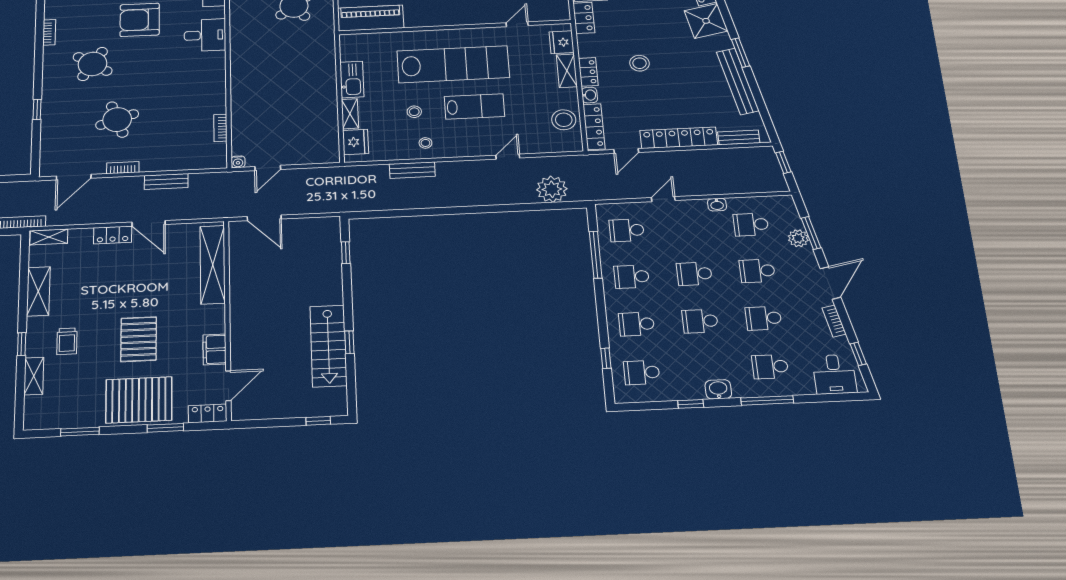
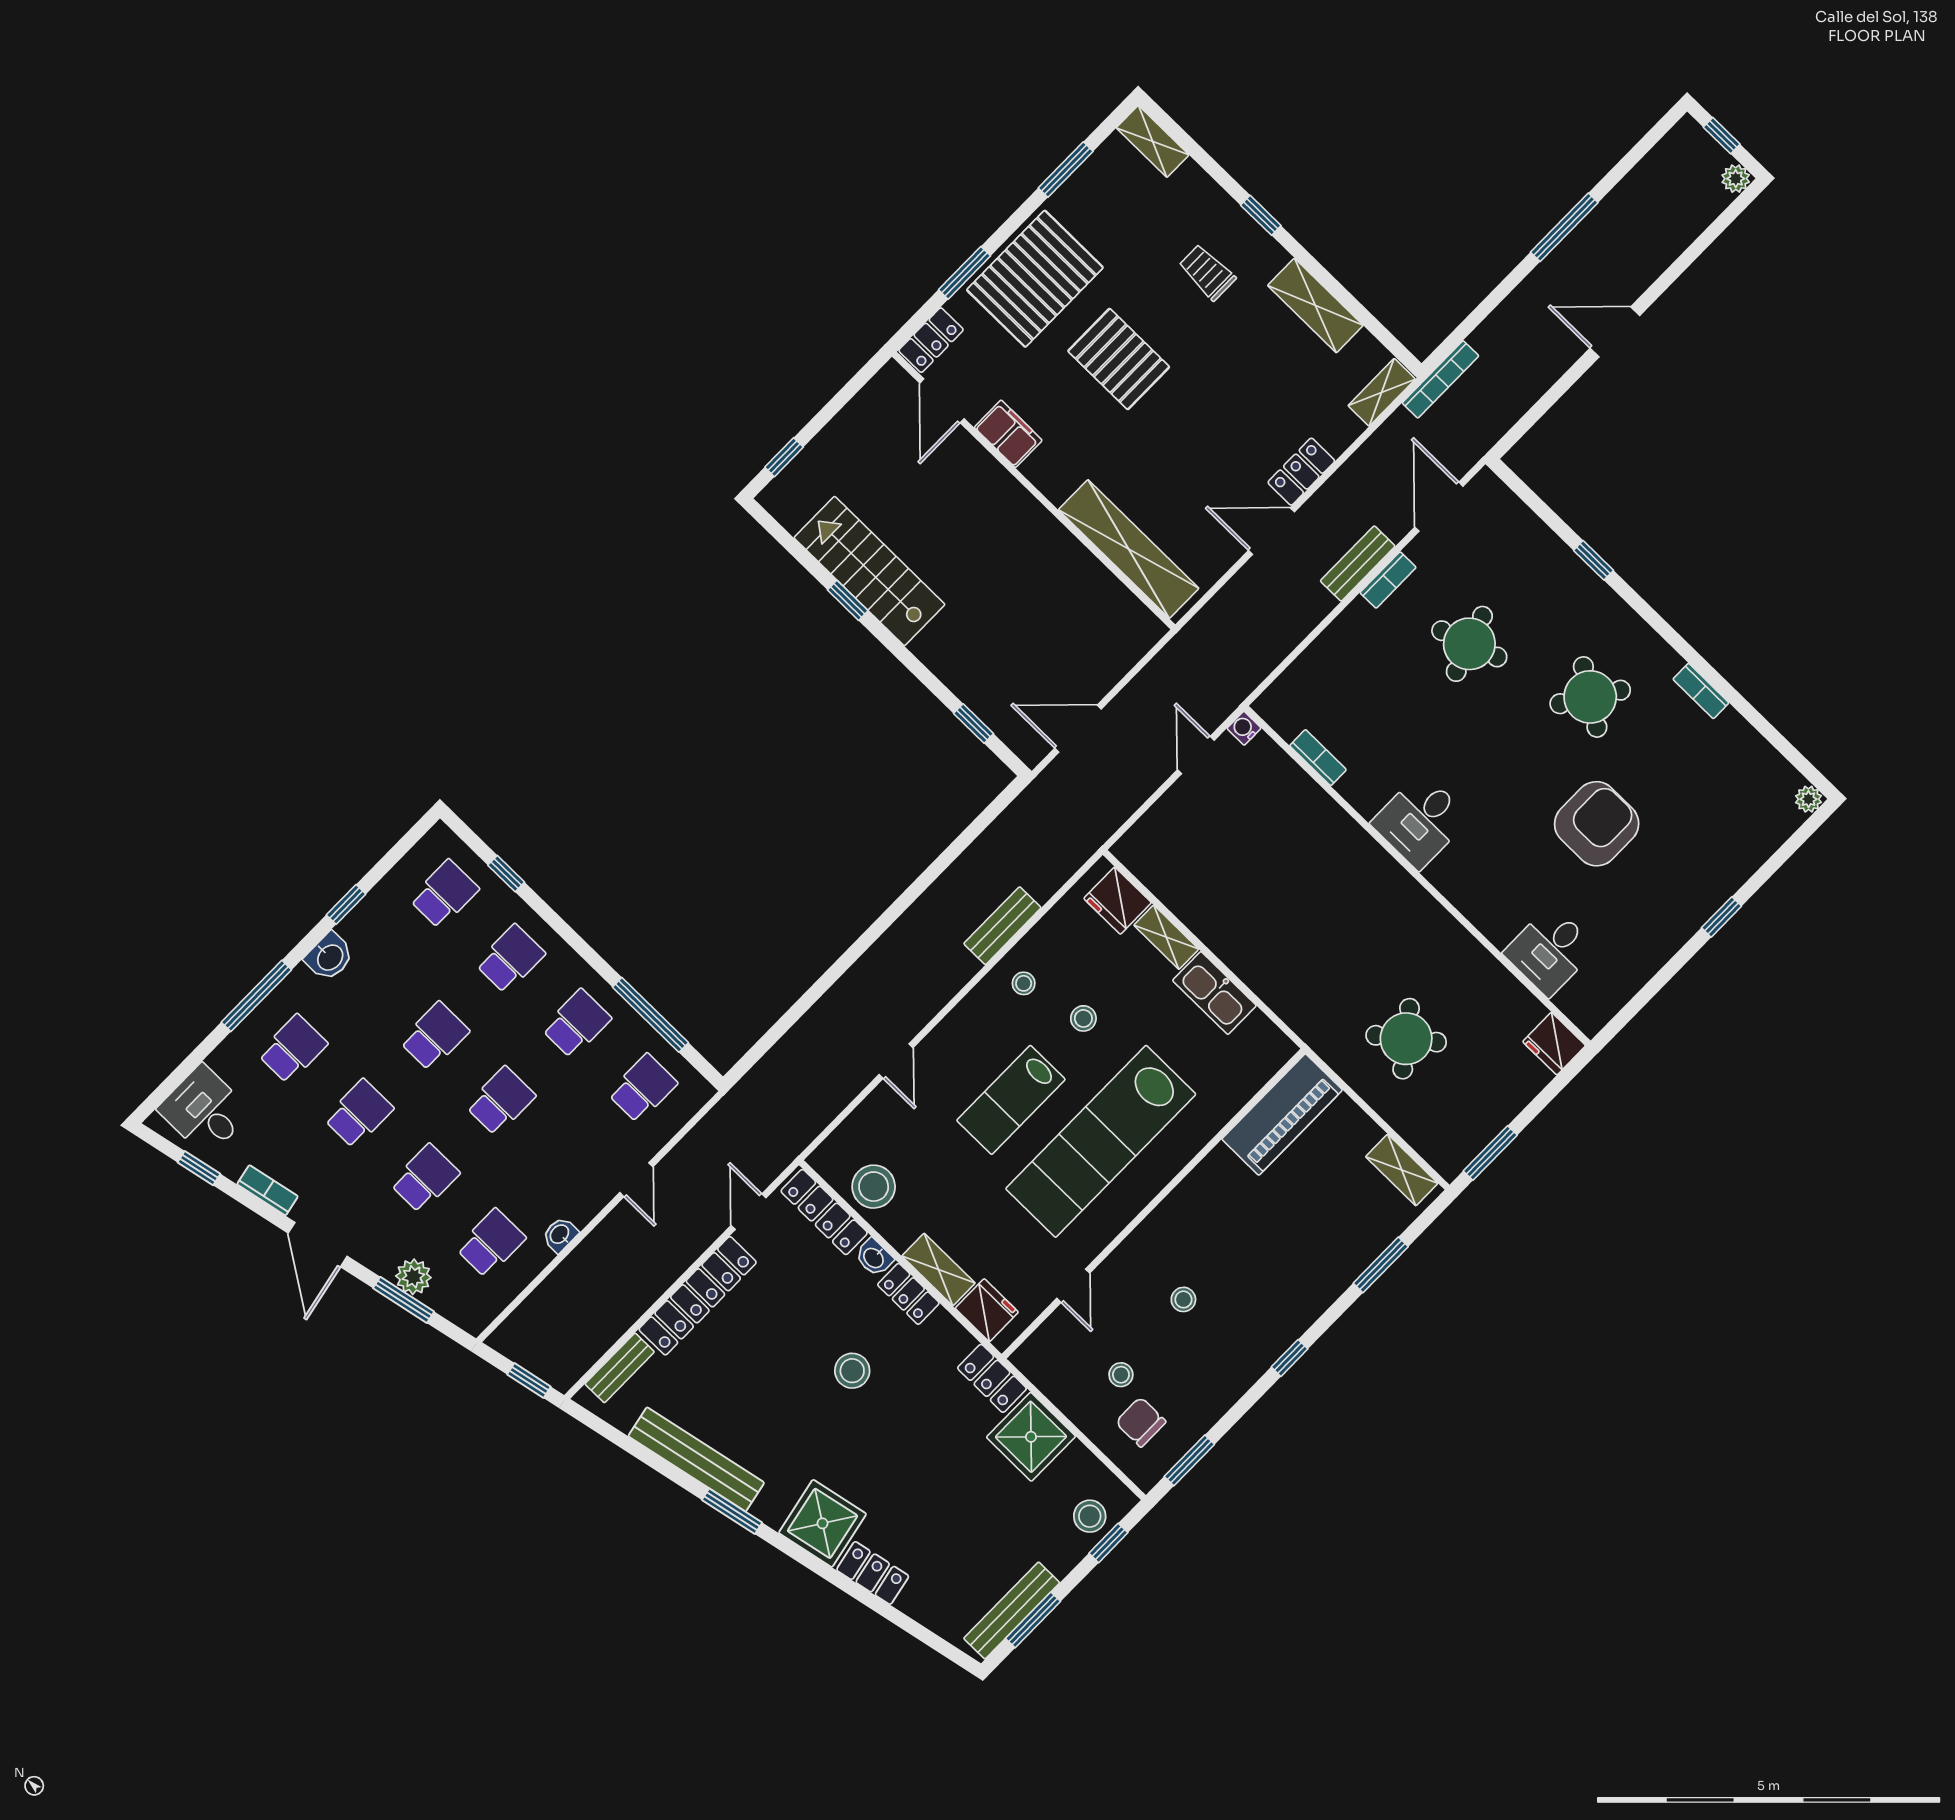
desk: (205, 35) -> (1420, 821), moved
bench: (166, 182) -> (1358, 564), moved
plant: (552, 189) -> (794, 1063), removed
door: (264, 218) -> (1078, 729), moved
shelving: (34, 376) -> (1153, 141), moved

